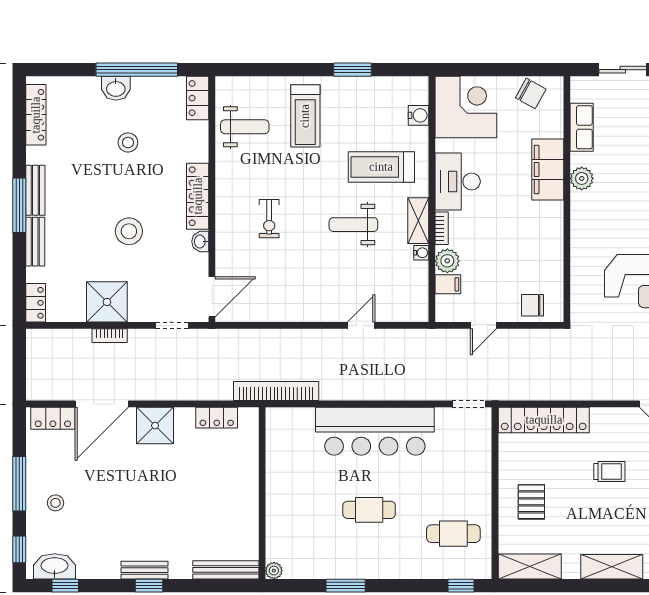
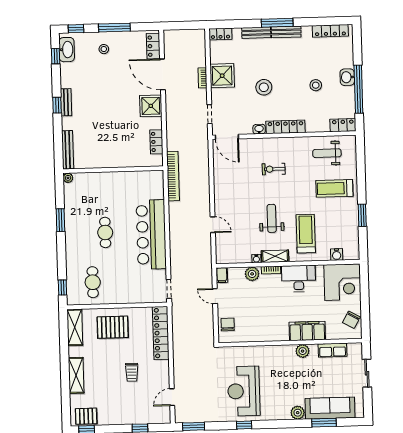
weight bench: (245, 127) -> (327, 153), turned 90
filing cabinet: (448, 284) -> (222, 275), moved
pallet: (531, 502) -> (113, 327), width x1.50, depth x1.42

